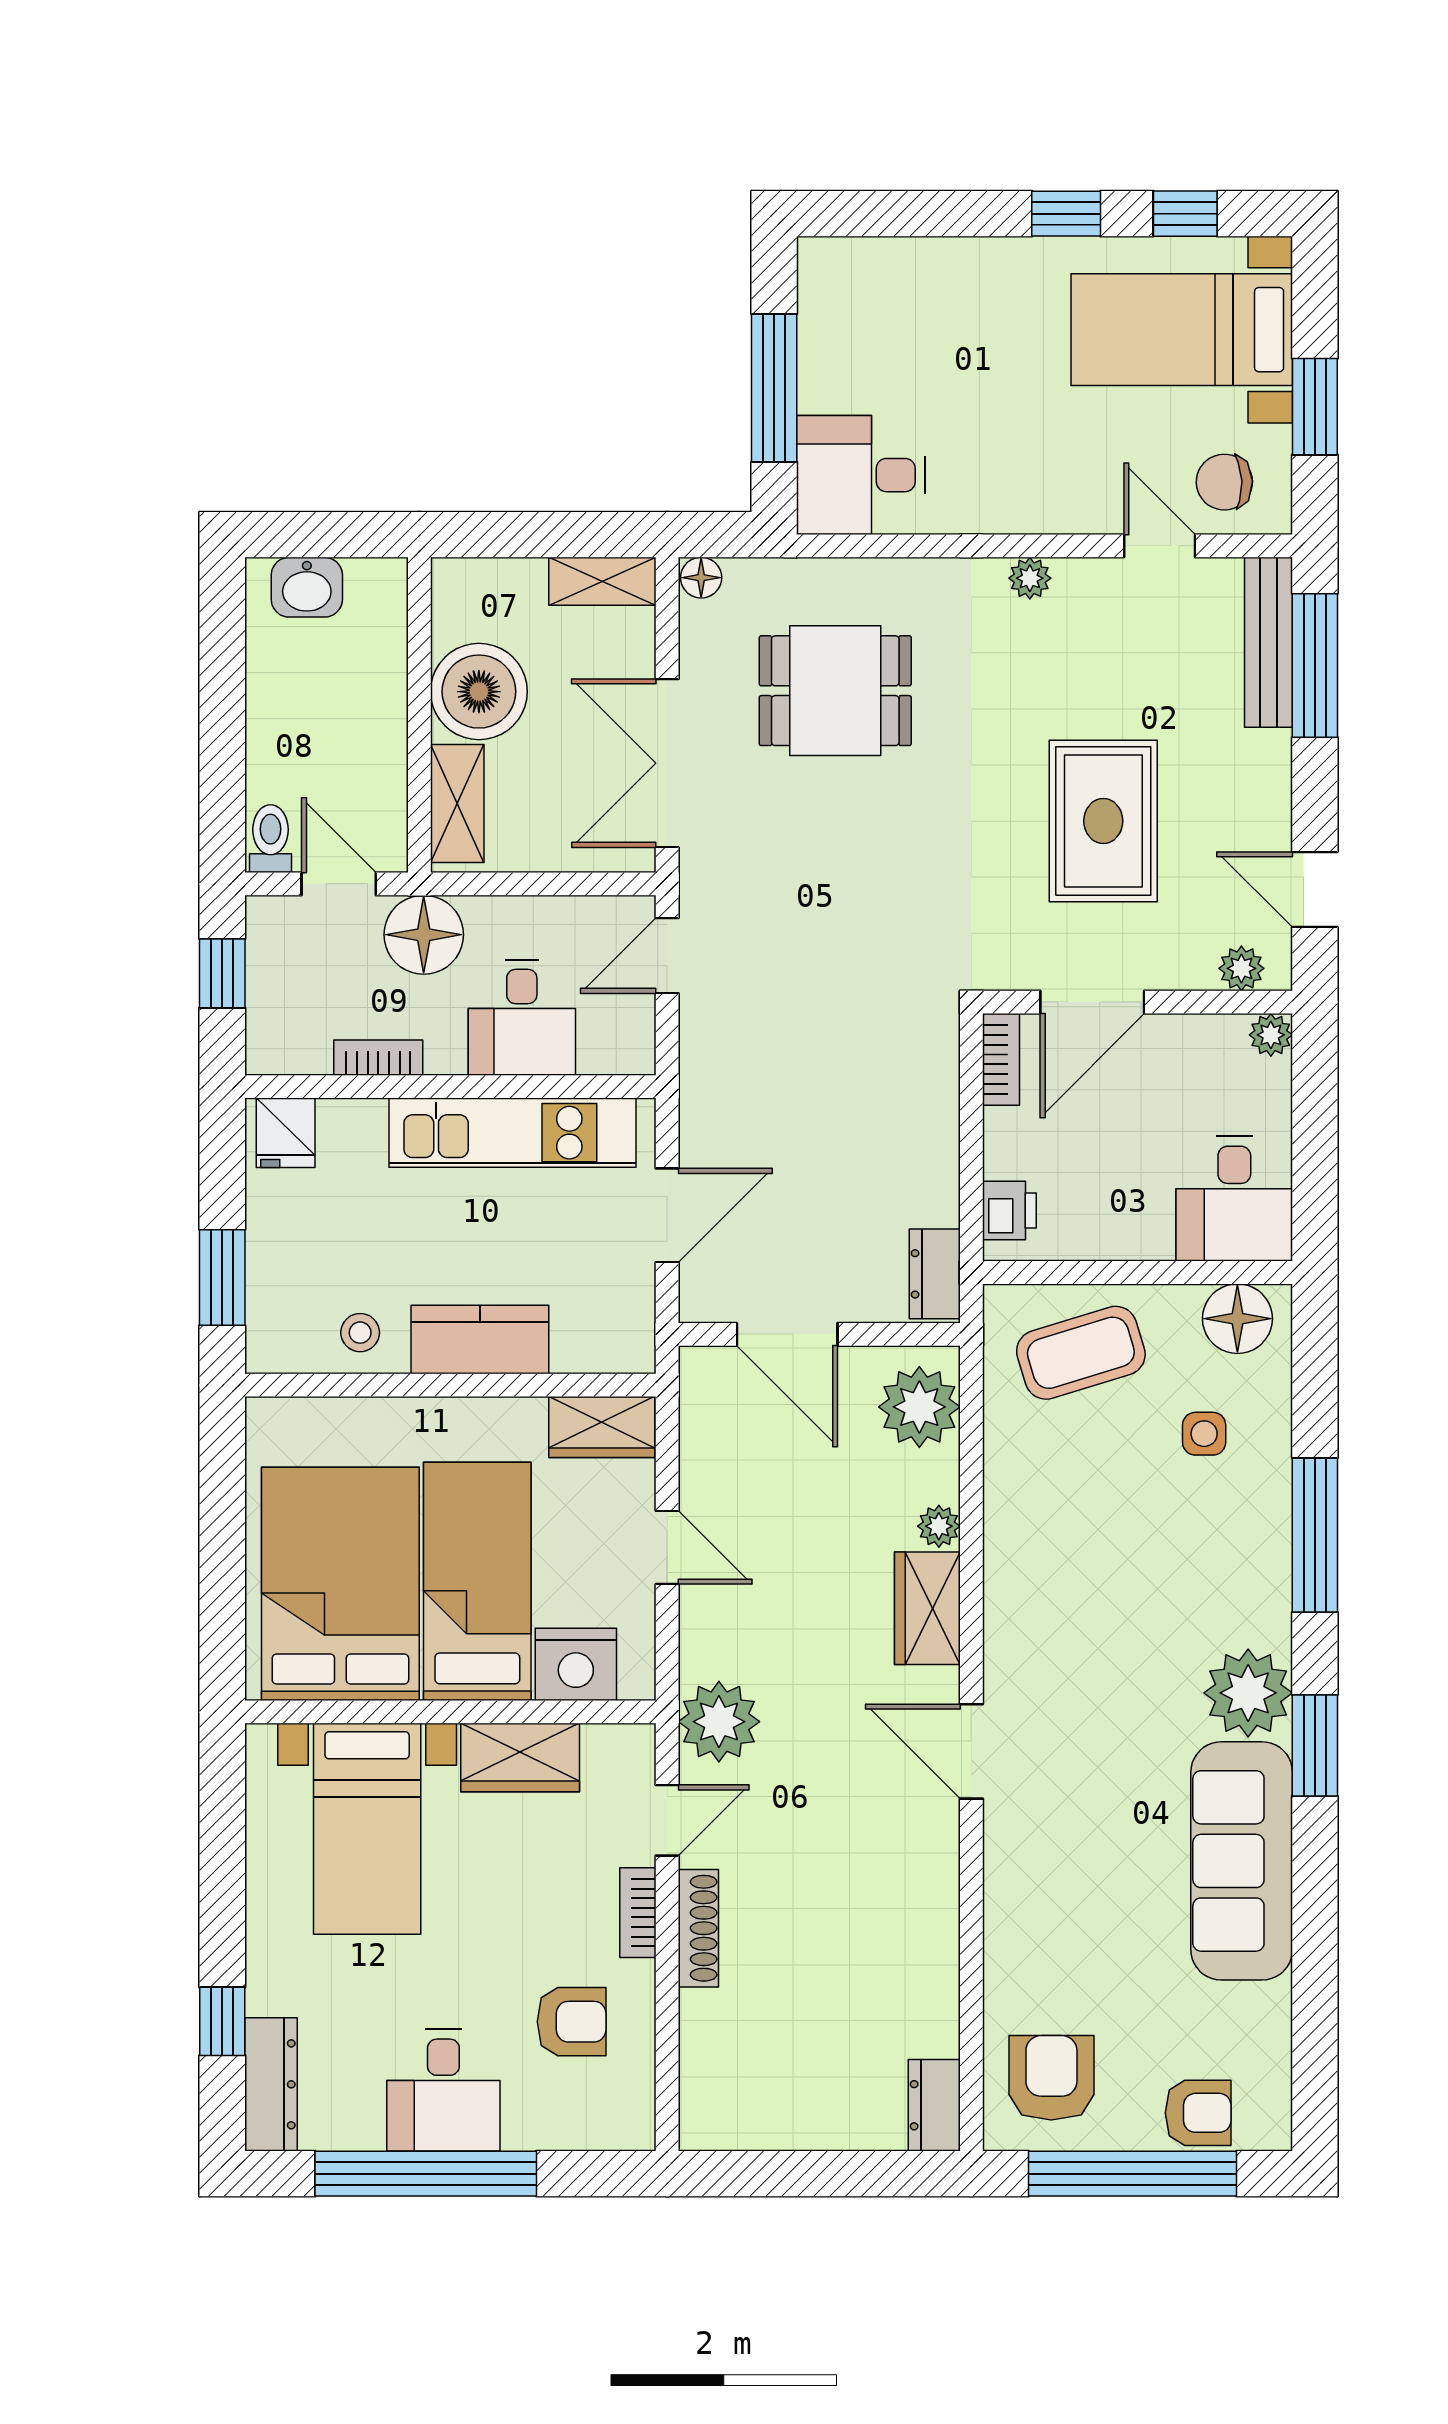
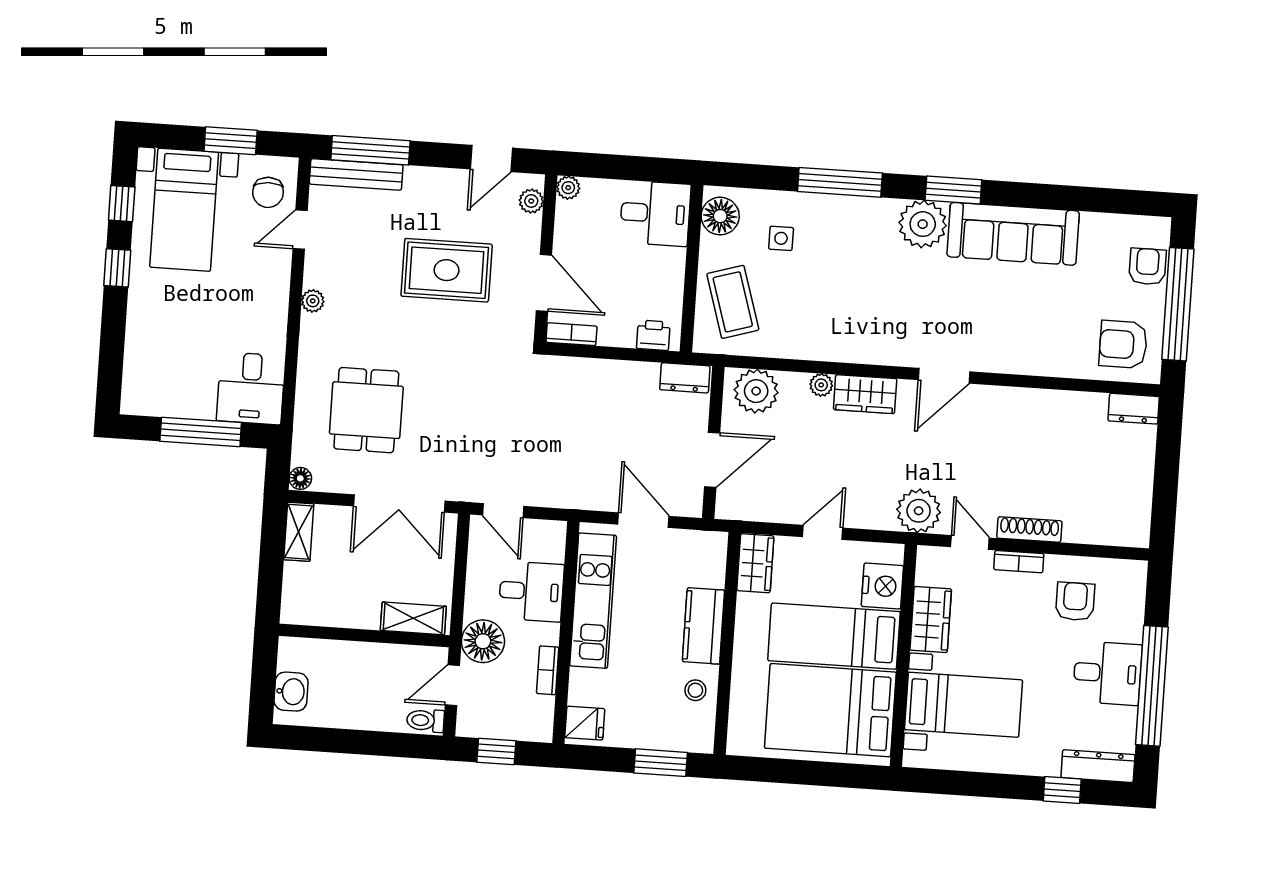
boiler: (479, 692) -> (354, 603), removed

